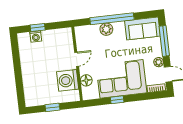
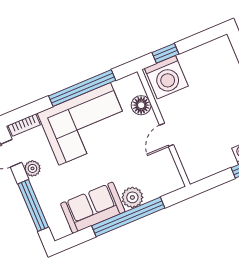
sofa: (142, 28) -> (93, 208), moved
washing machine: (68, 80) -> (166, 77), moved, turned 90
window: (117, 100) -> (82, 88), width x3.17
window: (52, 107) -> (165, 53), moved

